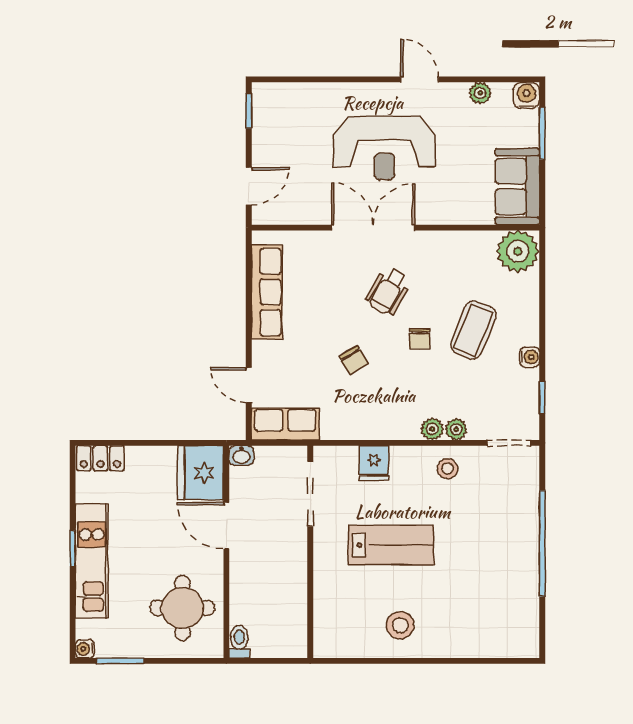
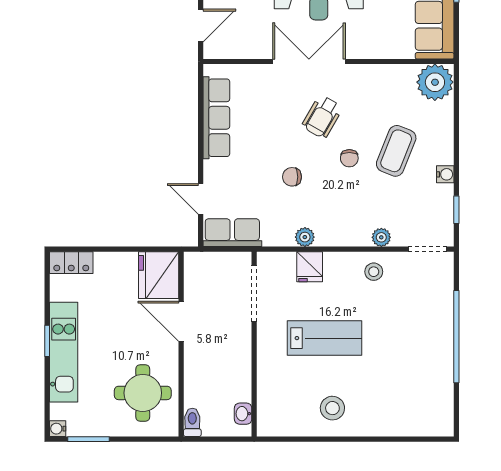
chair: (354, 360) -> (292, 177), turned 123
plant: (432, 429) -> (305, 237), moved
washbasin: (241, 456) -> (243, 414), moved, turned 90

